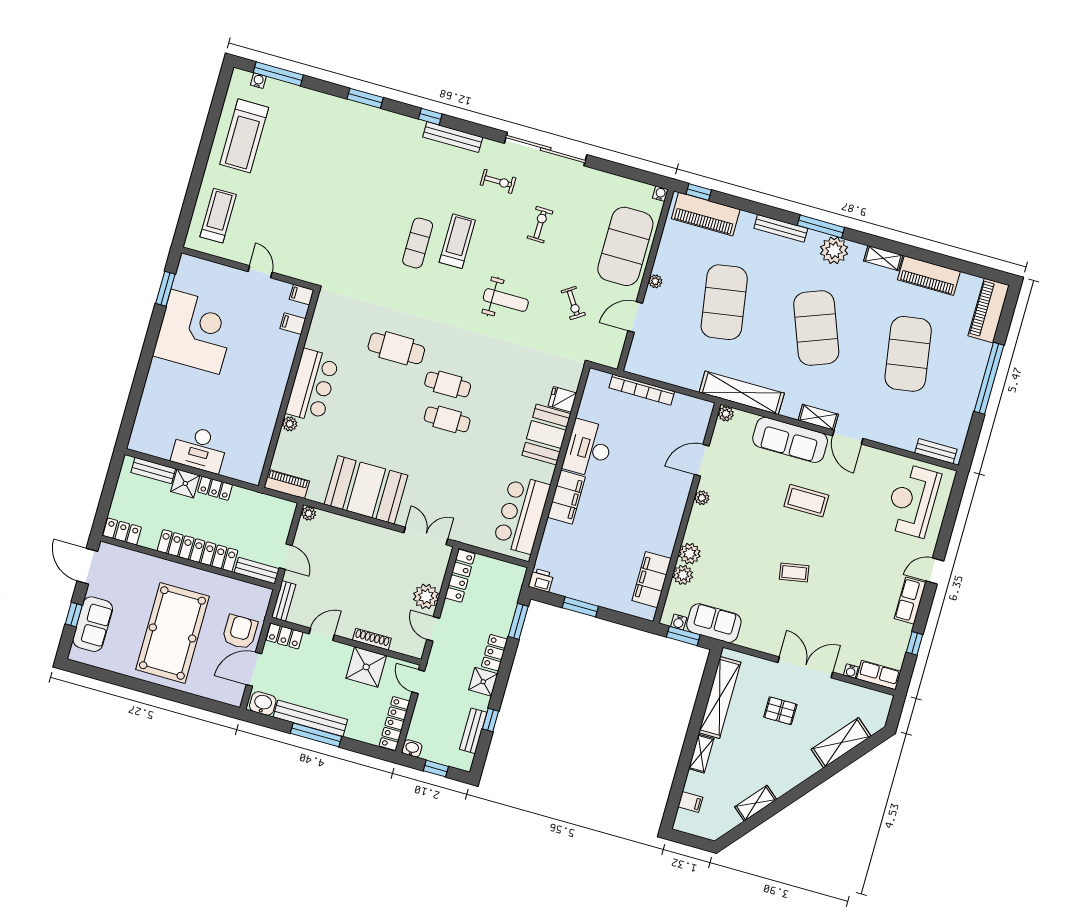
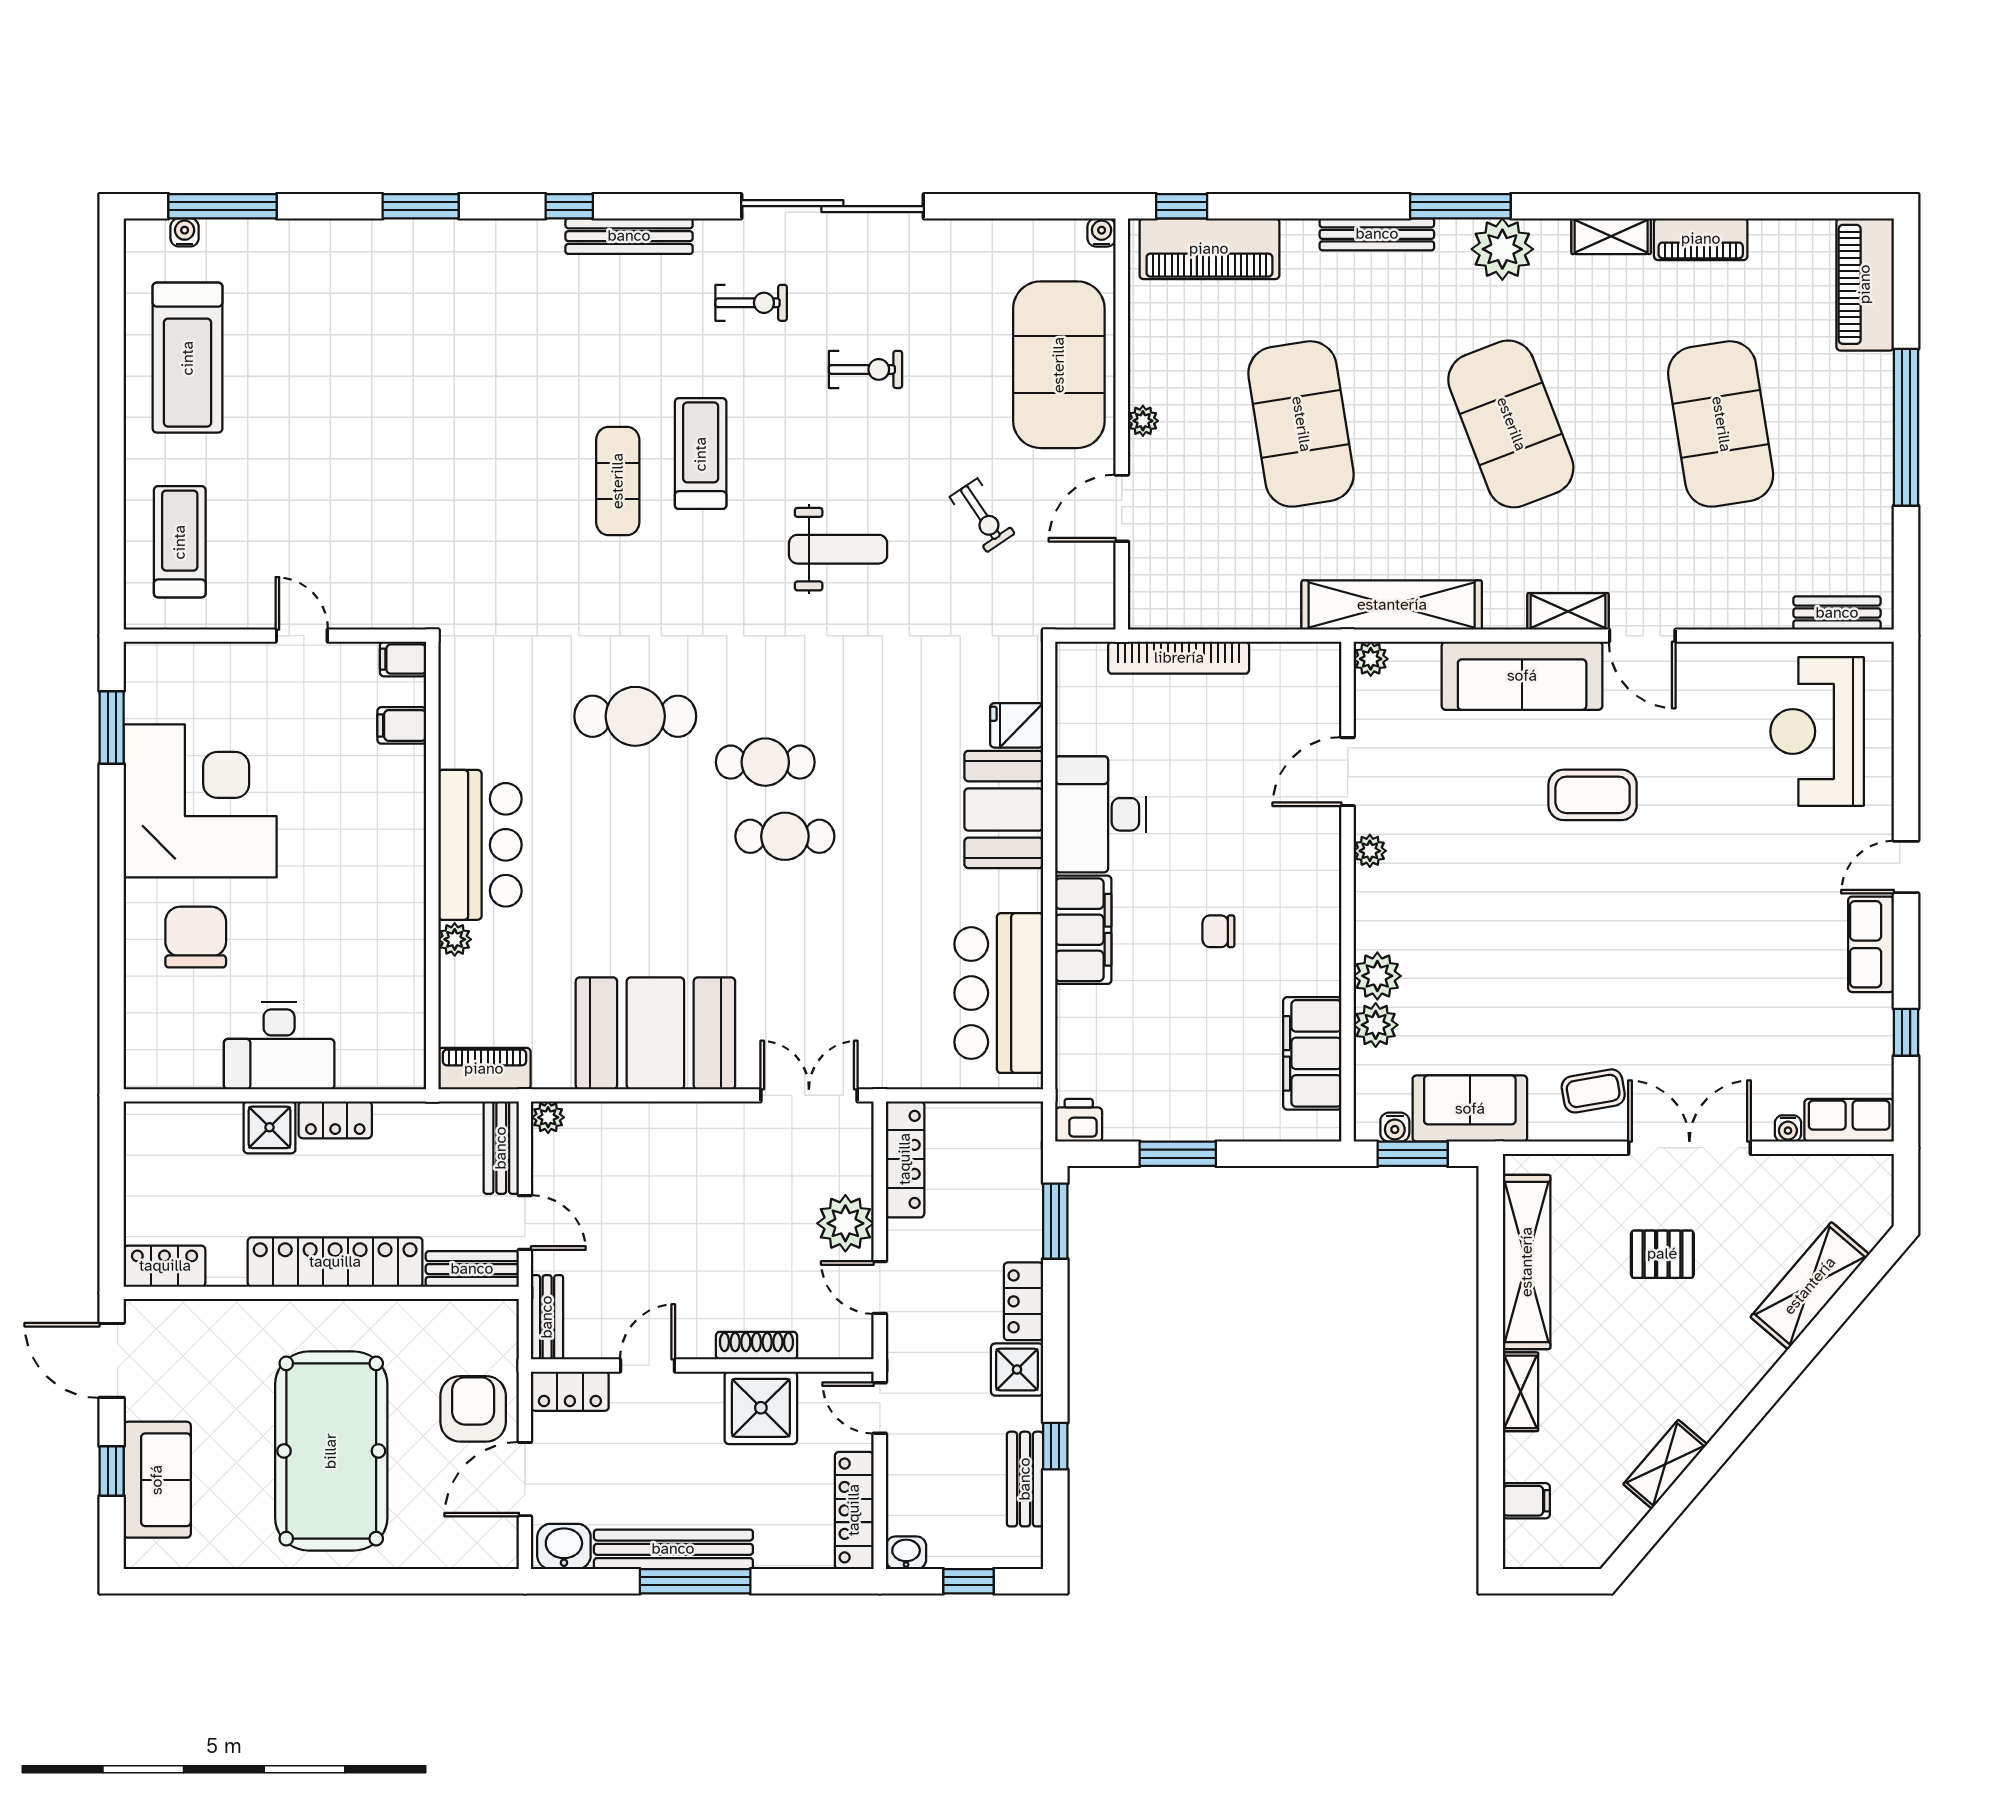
exercise bike: (540, 225) -> (866, 369), turned 89
piano: (929, 276) -> (1701, 239), width x0.73, depth x0.75
chair: (176, 391) -> (196, 937), added
bench: (153, 471) -> (501, 1148), moved, turned 90
chair: (625, 514) -> (1218, 931), added
coffee table: (794, 573) -> (1593, 1091), moved

